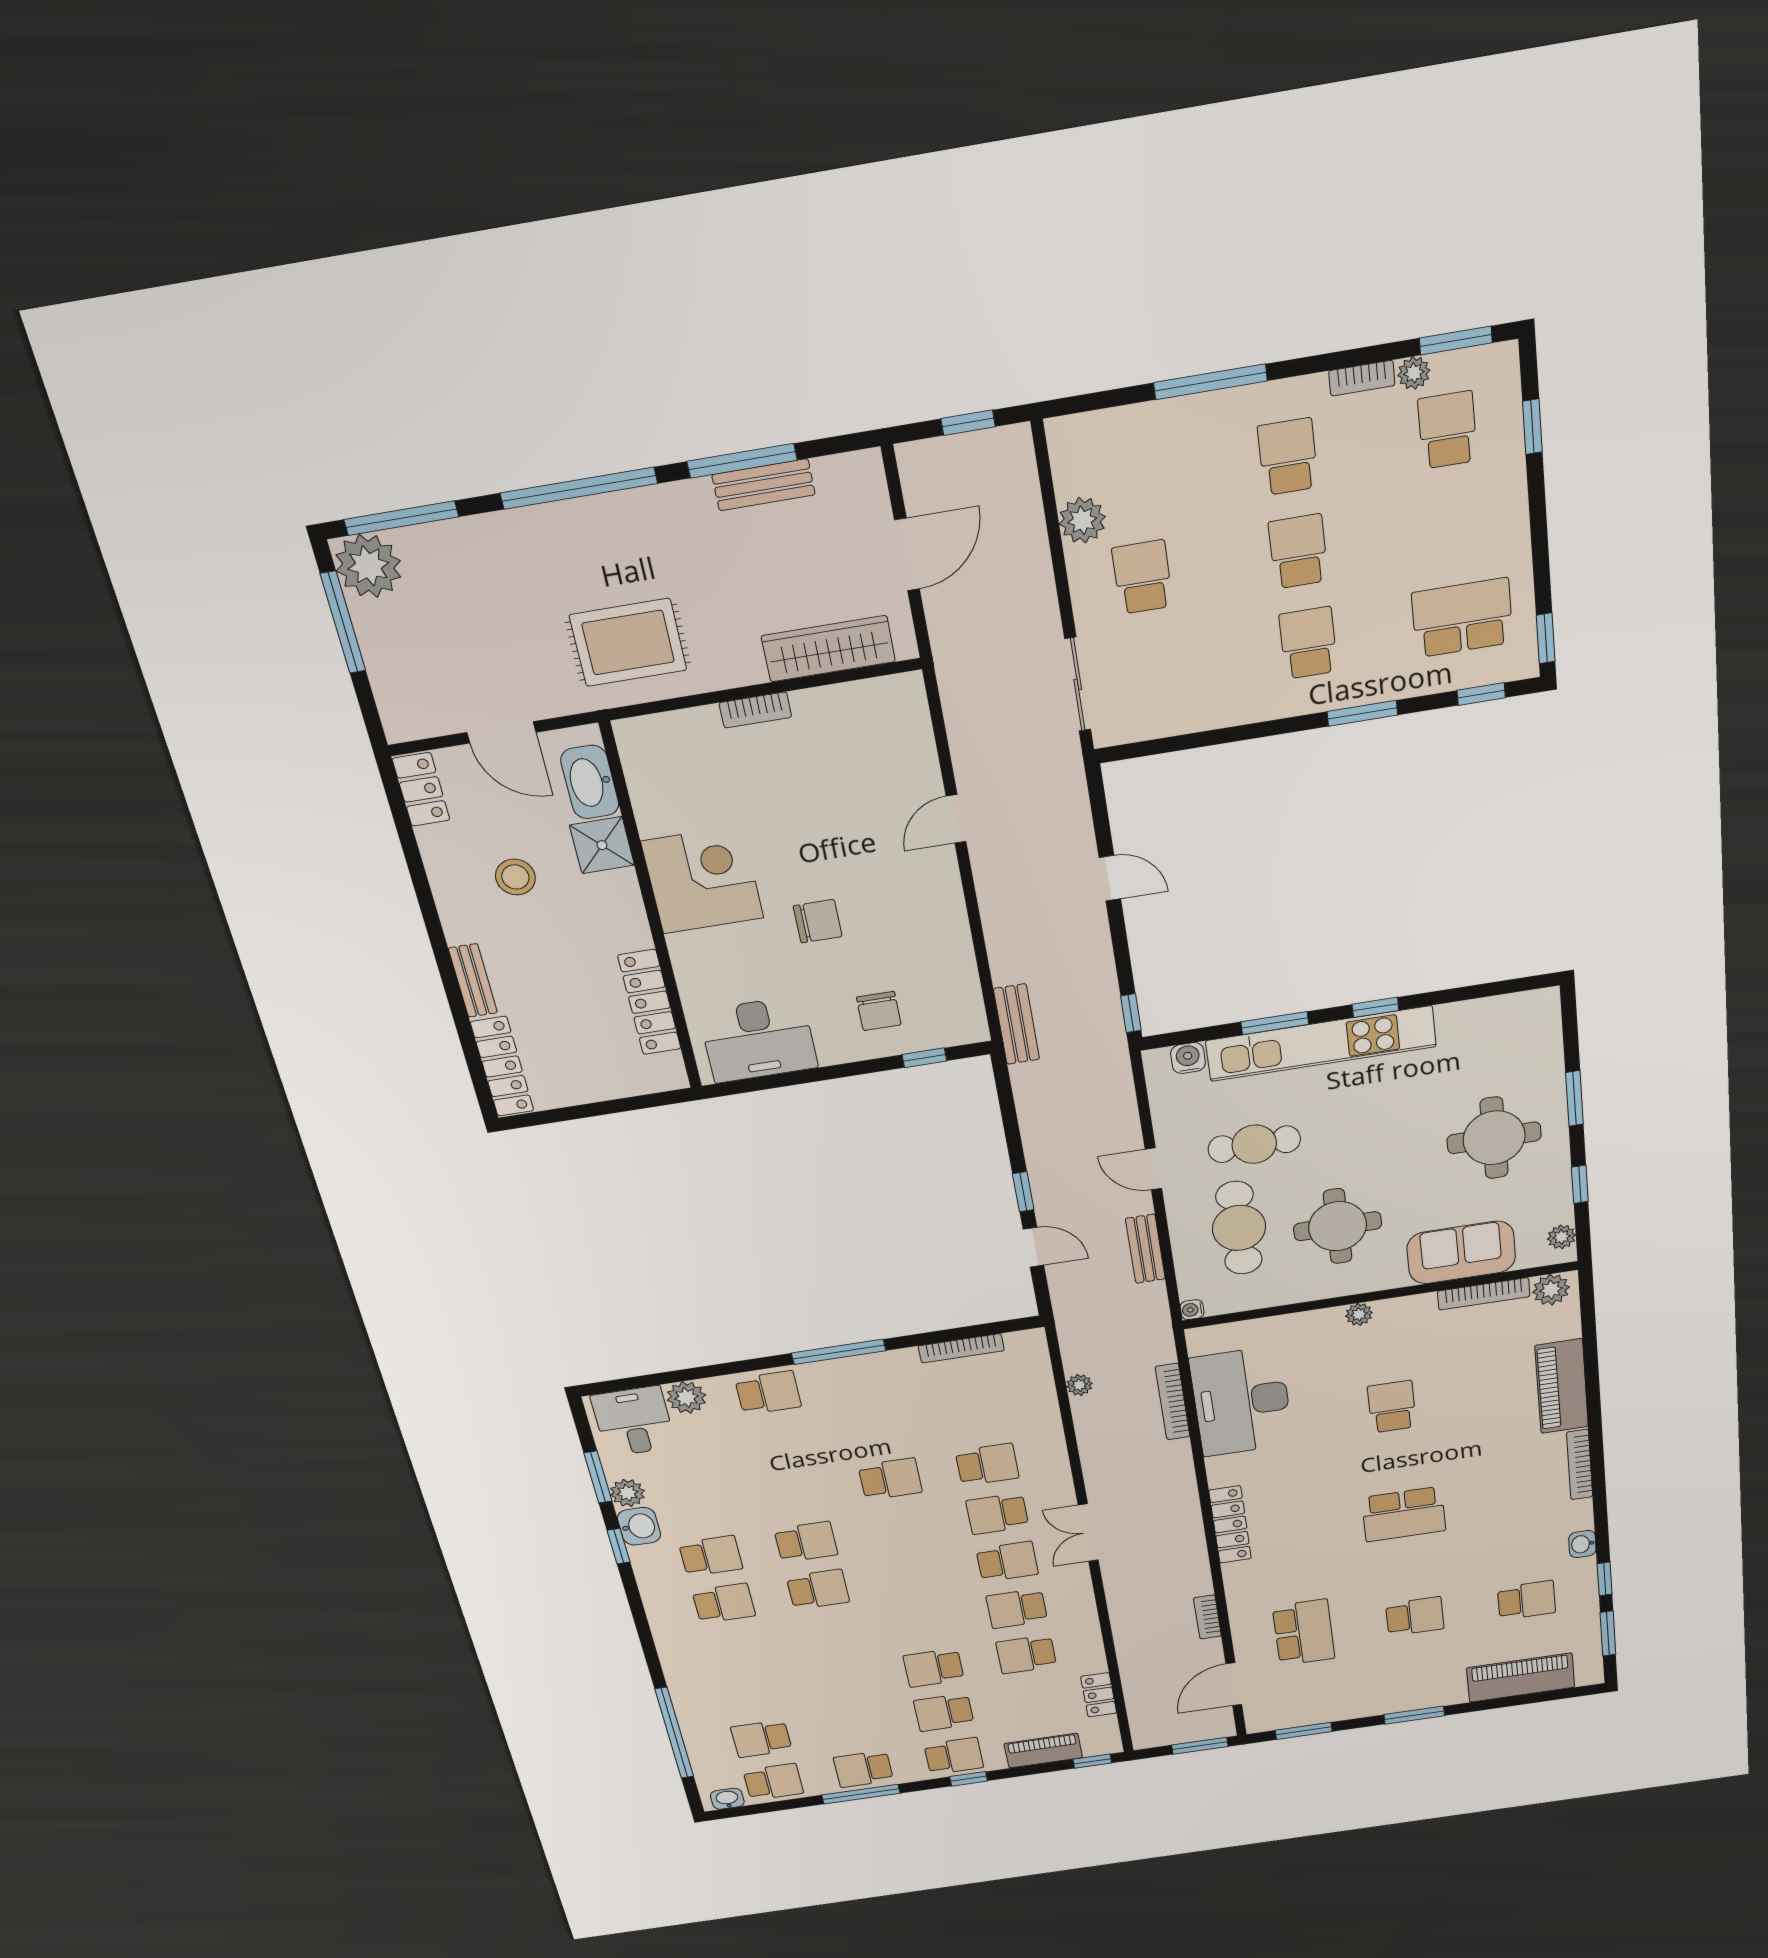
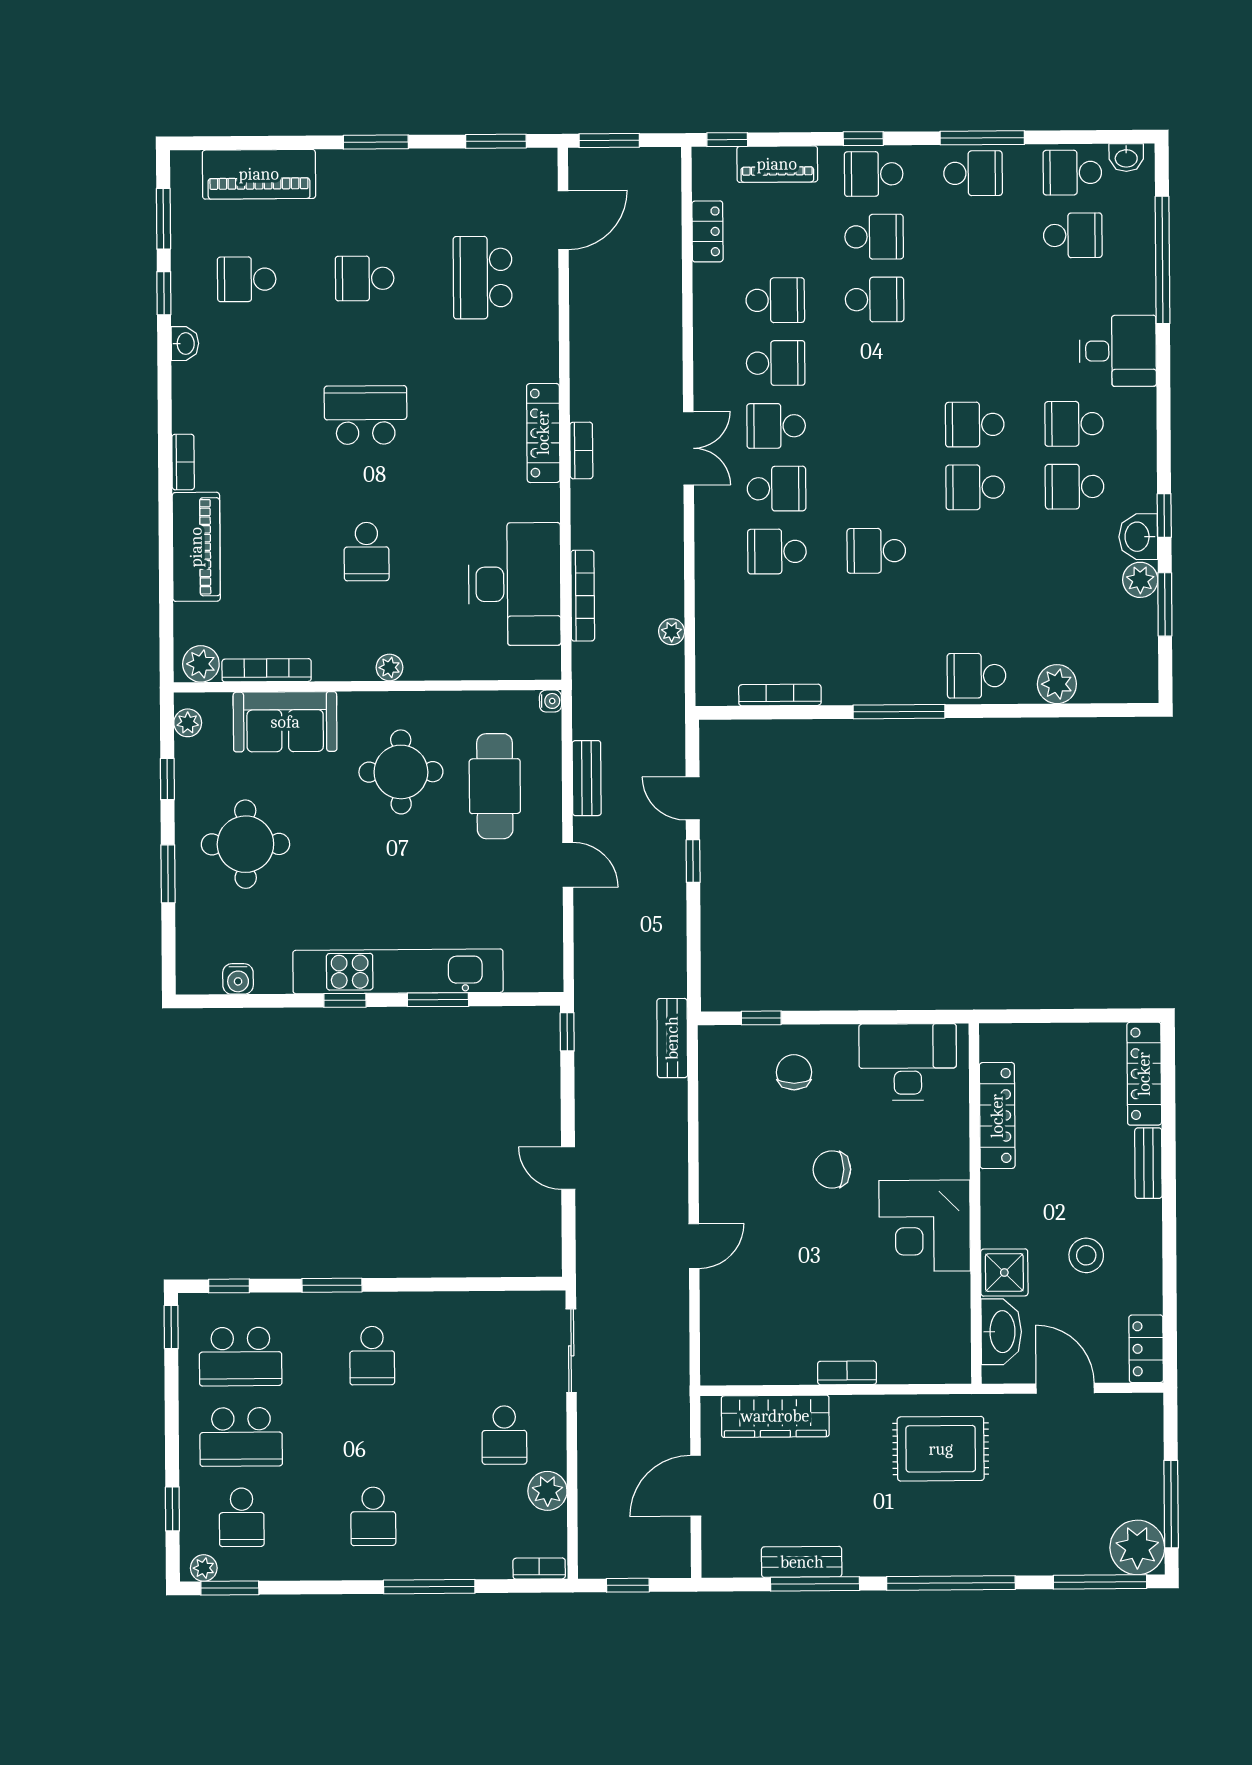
plant: (1414, 373) -> (204, 1568), moved
bookcase: (1362, 378) -> (539, 1569), moved
school desk: (1298, 551) -> (241, 1437), moved, width x1.85
water cooler: (1188, 1058) -> (238, 979), moved
cafe table: (1254, 1144) -> (470, 876), removed
desk: (634, 1421) -> (1118, 351), moved, turned -90
bookcase: (1580, 1465) -> (183, 462), width x0.64
bookcase: (1207, 1617) -> (581, 451), moved

